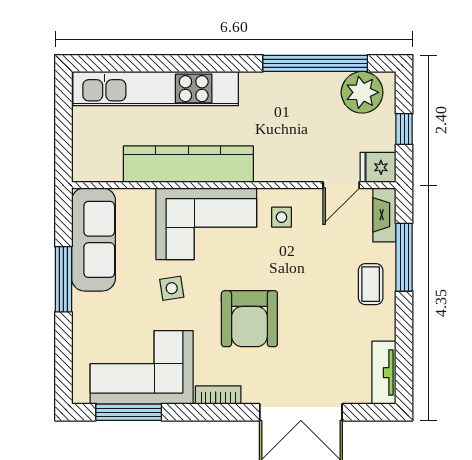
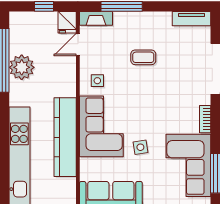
plant: (362, 92) -> (22, 67), moved
door: (341, 185) -> (78, 44), swing flipped
coffee table: (371, 284) -> (143, 57), moved
armchair: (249, 319) -> (159, 100), removed

